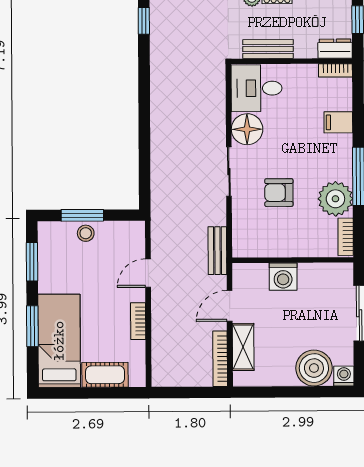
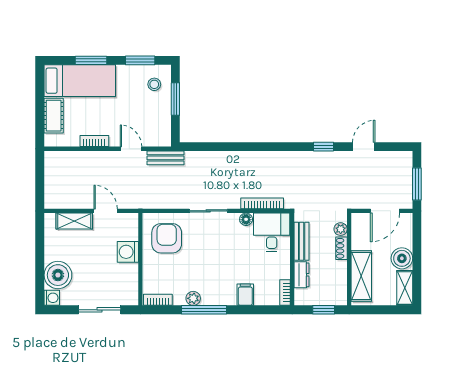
dresser: (335, 49) -> (302, 275), moved
floor lamp: (247, 129) -> (246, 219), width x0.53, depth x0.53
armchair: (279, 193) -> (167, 238), moved, width x1.38, depth x1.38
plant: (335, 199) -> (193, 298), width x0.53, depth x0.53
stool: (86, 233) -> (154, 84), moved
bench: (217, 251) -> (166, 158), moved
bookcase: (220, 359) -> (262, 203), moved

